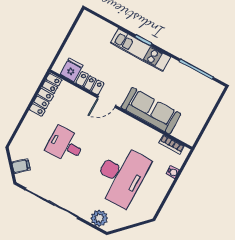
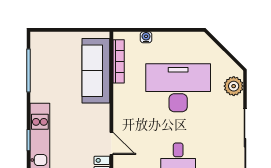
sofa: (151, 111) -> (96, 71), moved
bookcase: (172, 144) -> (119, 61), width x1.56

